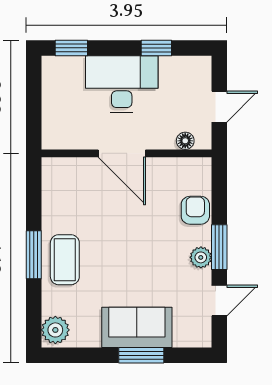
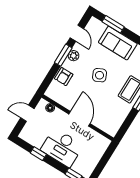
side table: (134, 251) -> (100, 75), added
door: (219, 300) -> (77, 33), swing flipped
window: (141, 355) -> (113, 24), moved

